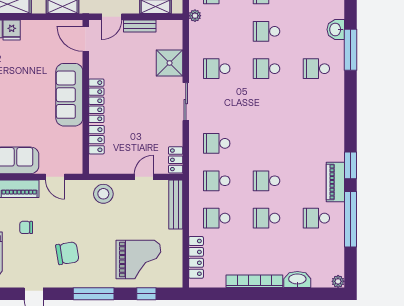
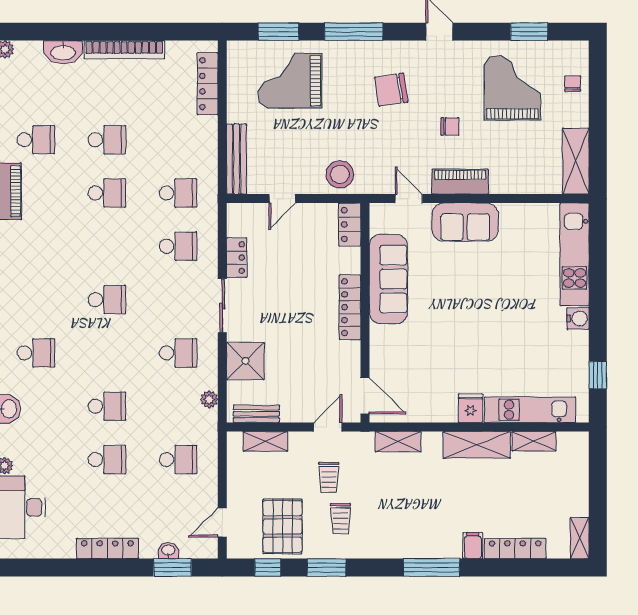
plant: (195, 16) -> (209, 399), moved
bench: (140, 26) -> (256, 414), moved
school desk: (267, 69) -> (107, 300), moved
sofa: (69, 95) -> (388, 279), moved
locker: (96, 140) -> (350, 225), moved
locker: (176, 160) -> (237, 258), moved
school desk: (217, 218) -> (178, 140), removed
window: (146, 294) -> (278, 32), width x1.50

